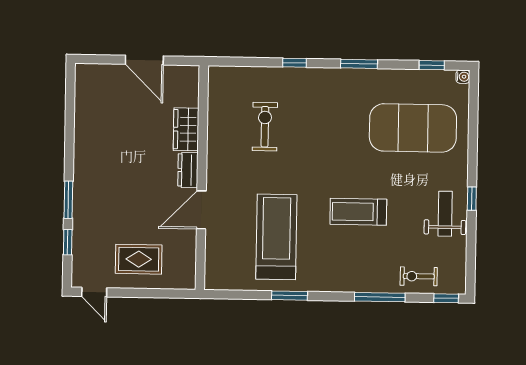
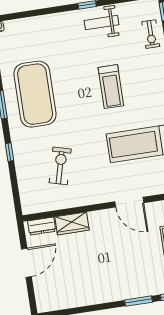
exercise bike: (265, 127) -> (60, 166), turned 105
exercise mat: (413, 128) -> (35, 94), moved
dresser: (188, 170) -> (42, 226), moved

